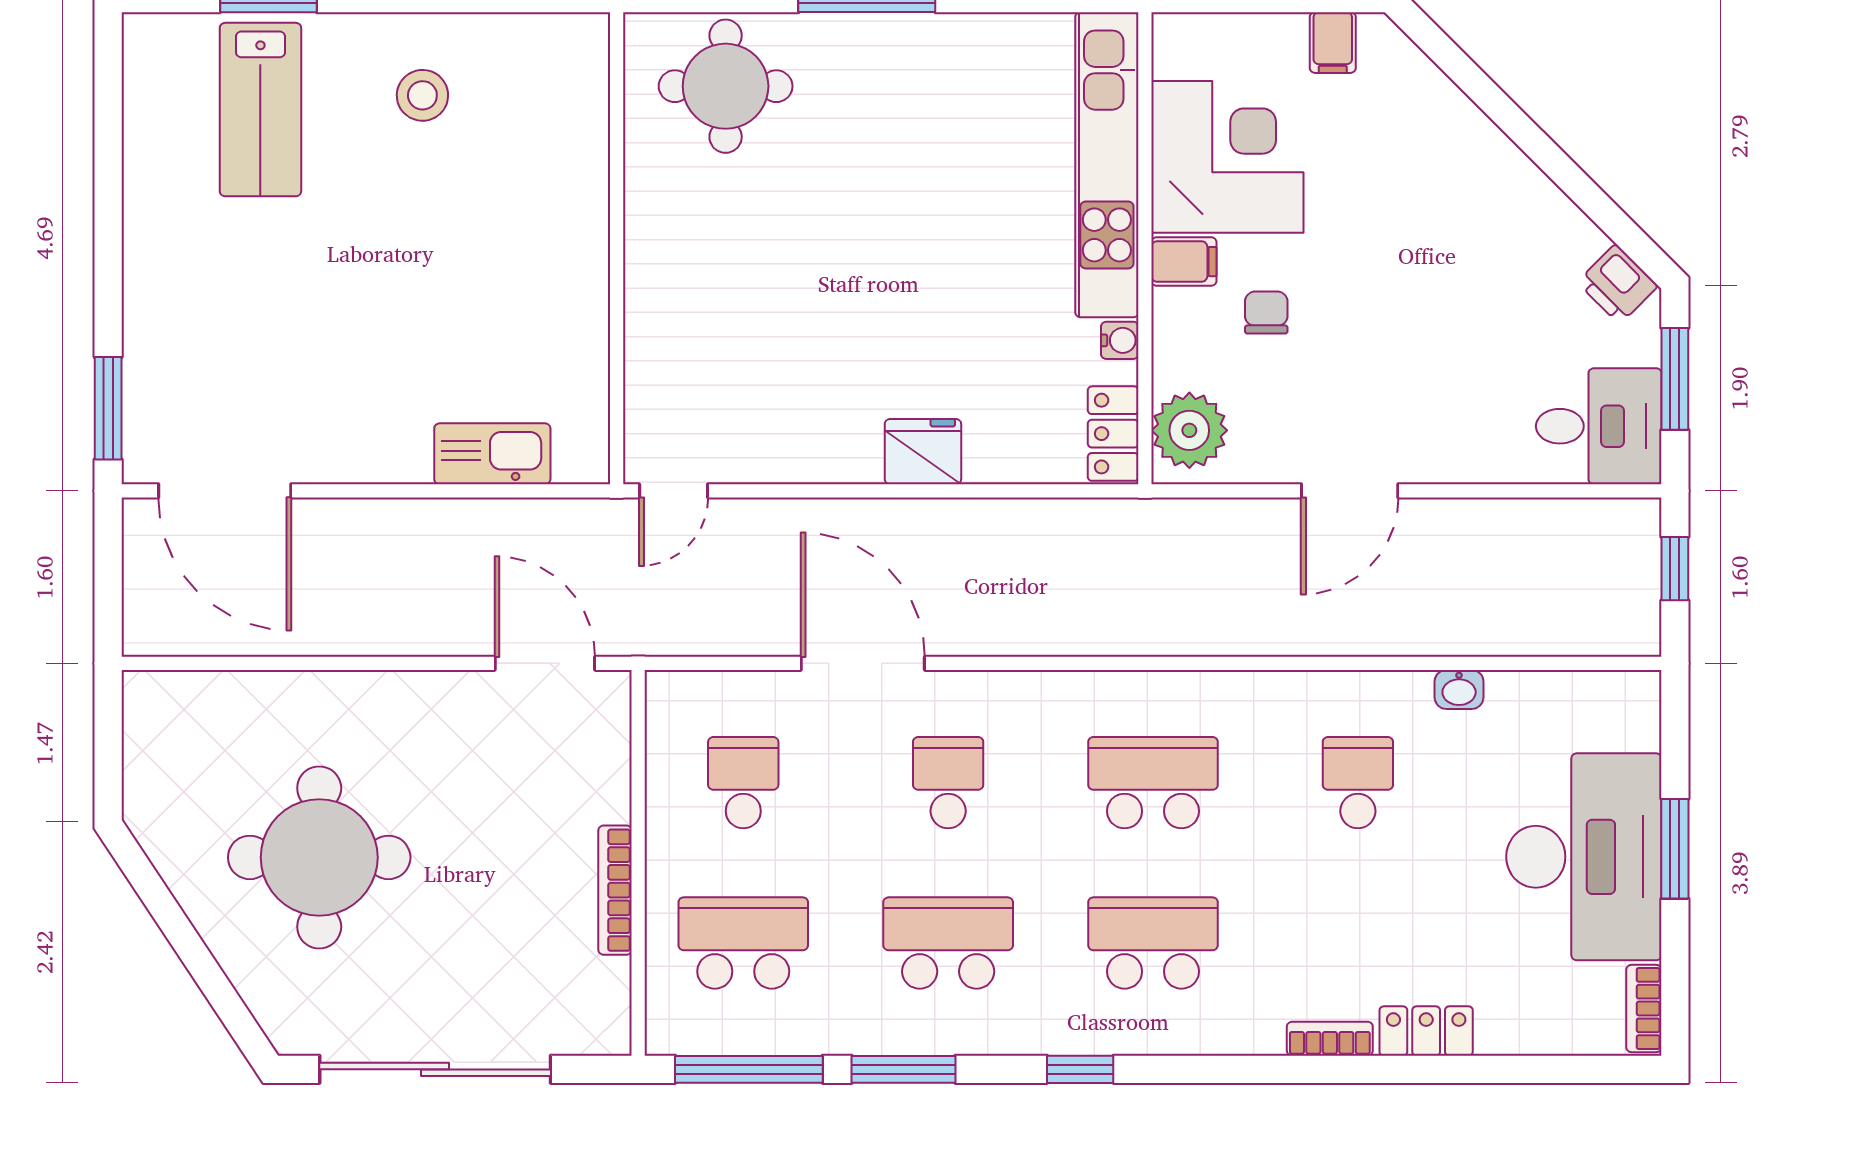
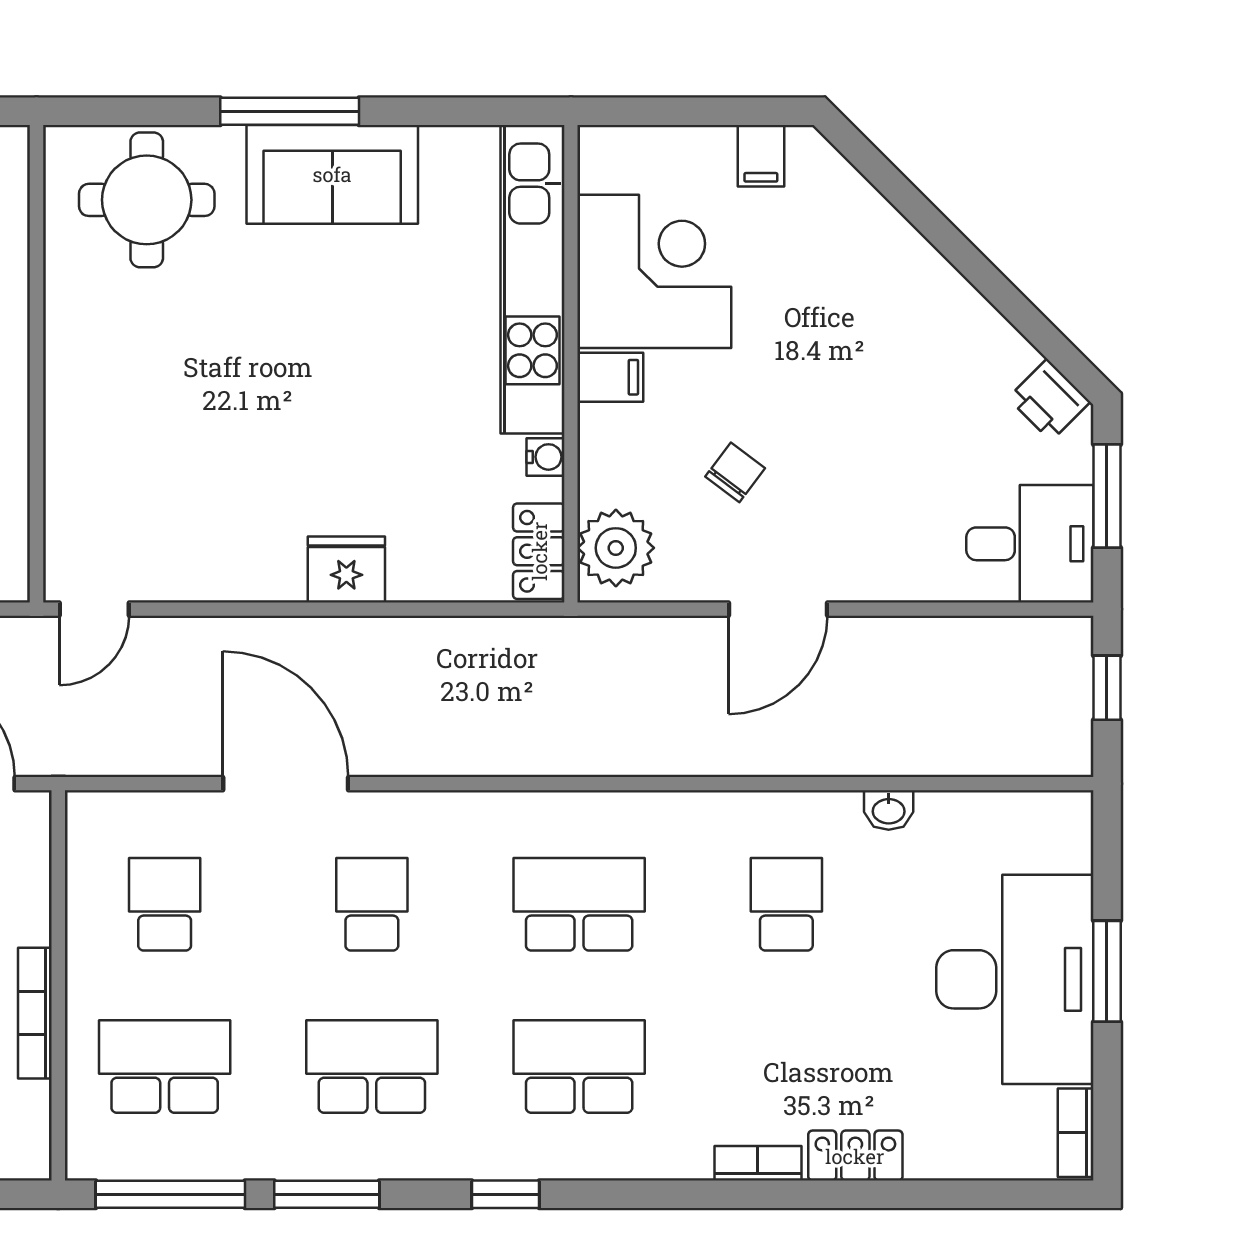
sofa: (909, 61) -> (332, 174), added
chair: (1266, 313) -> (735, 472), moved, turned 37

